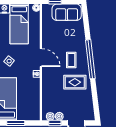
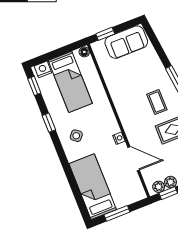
door: (41, 58) -> (134, 159), moved

